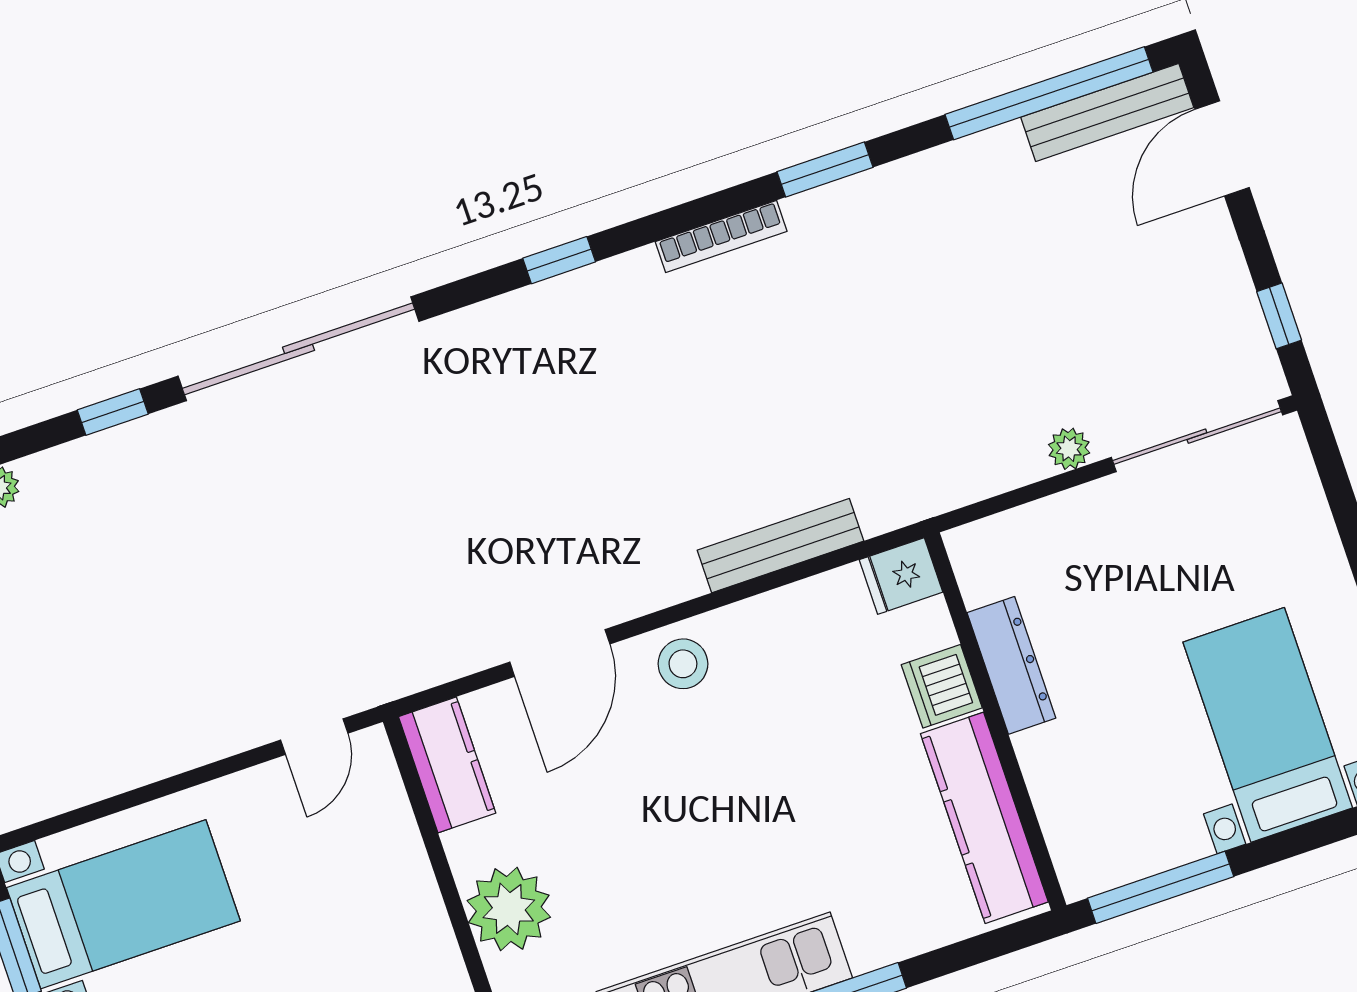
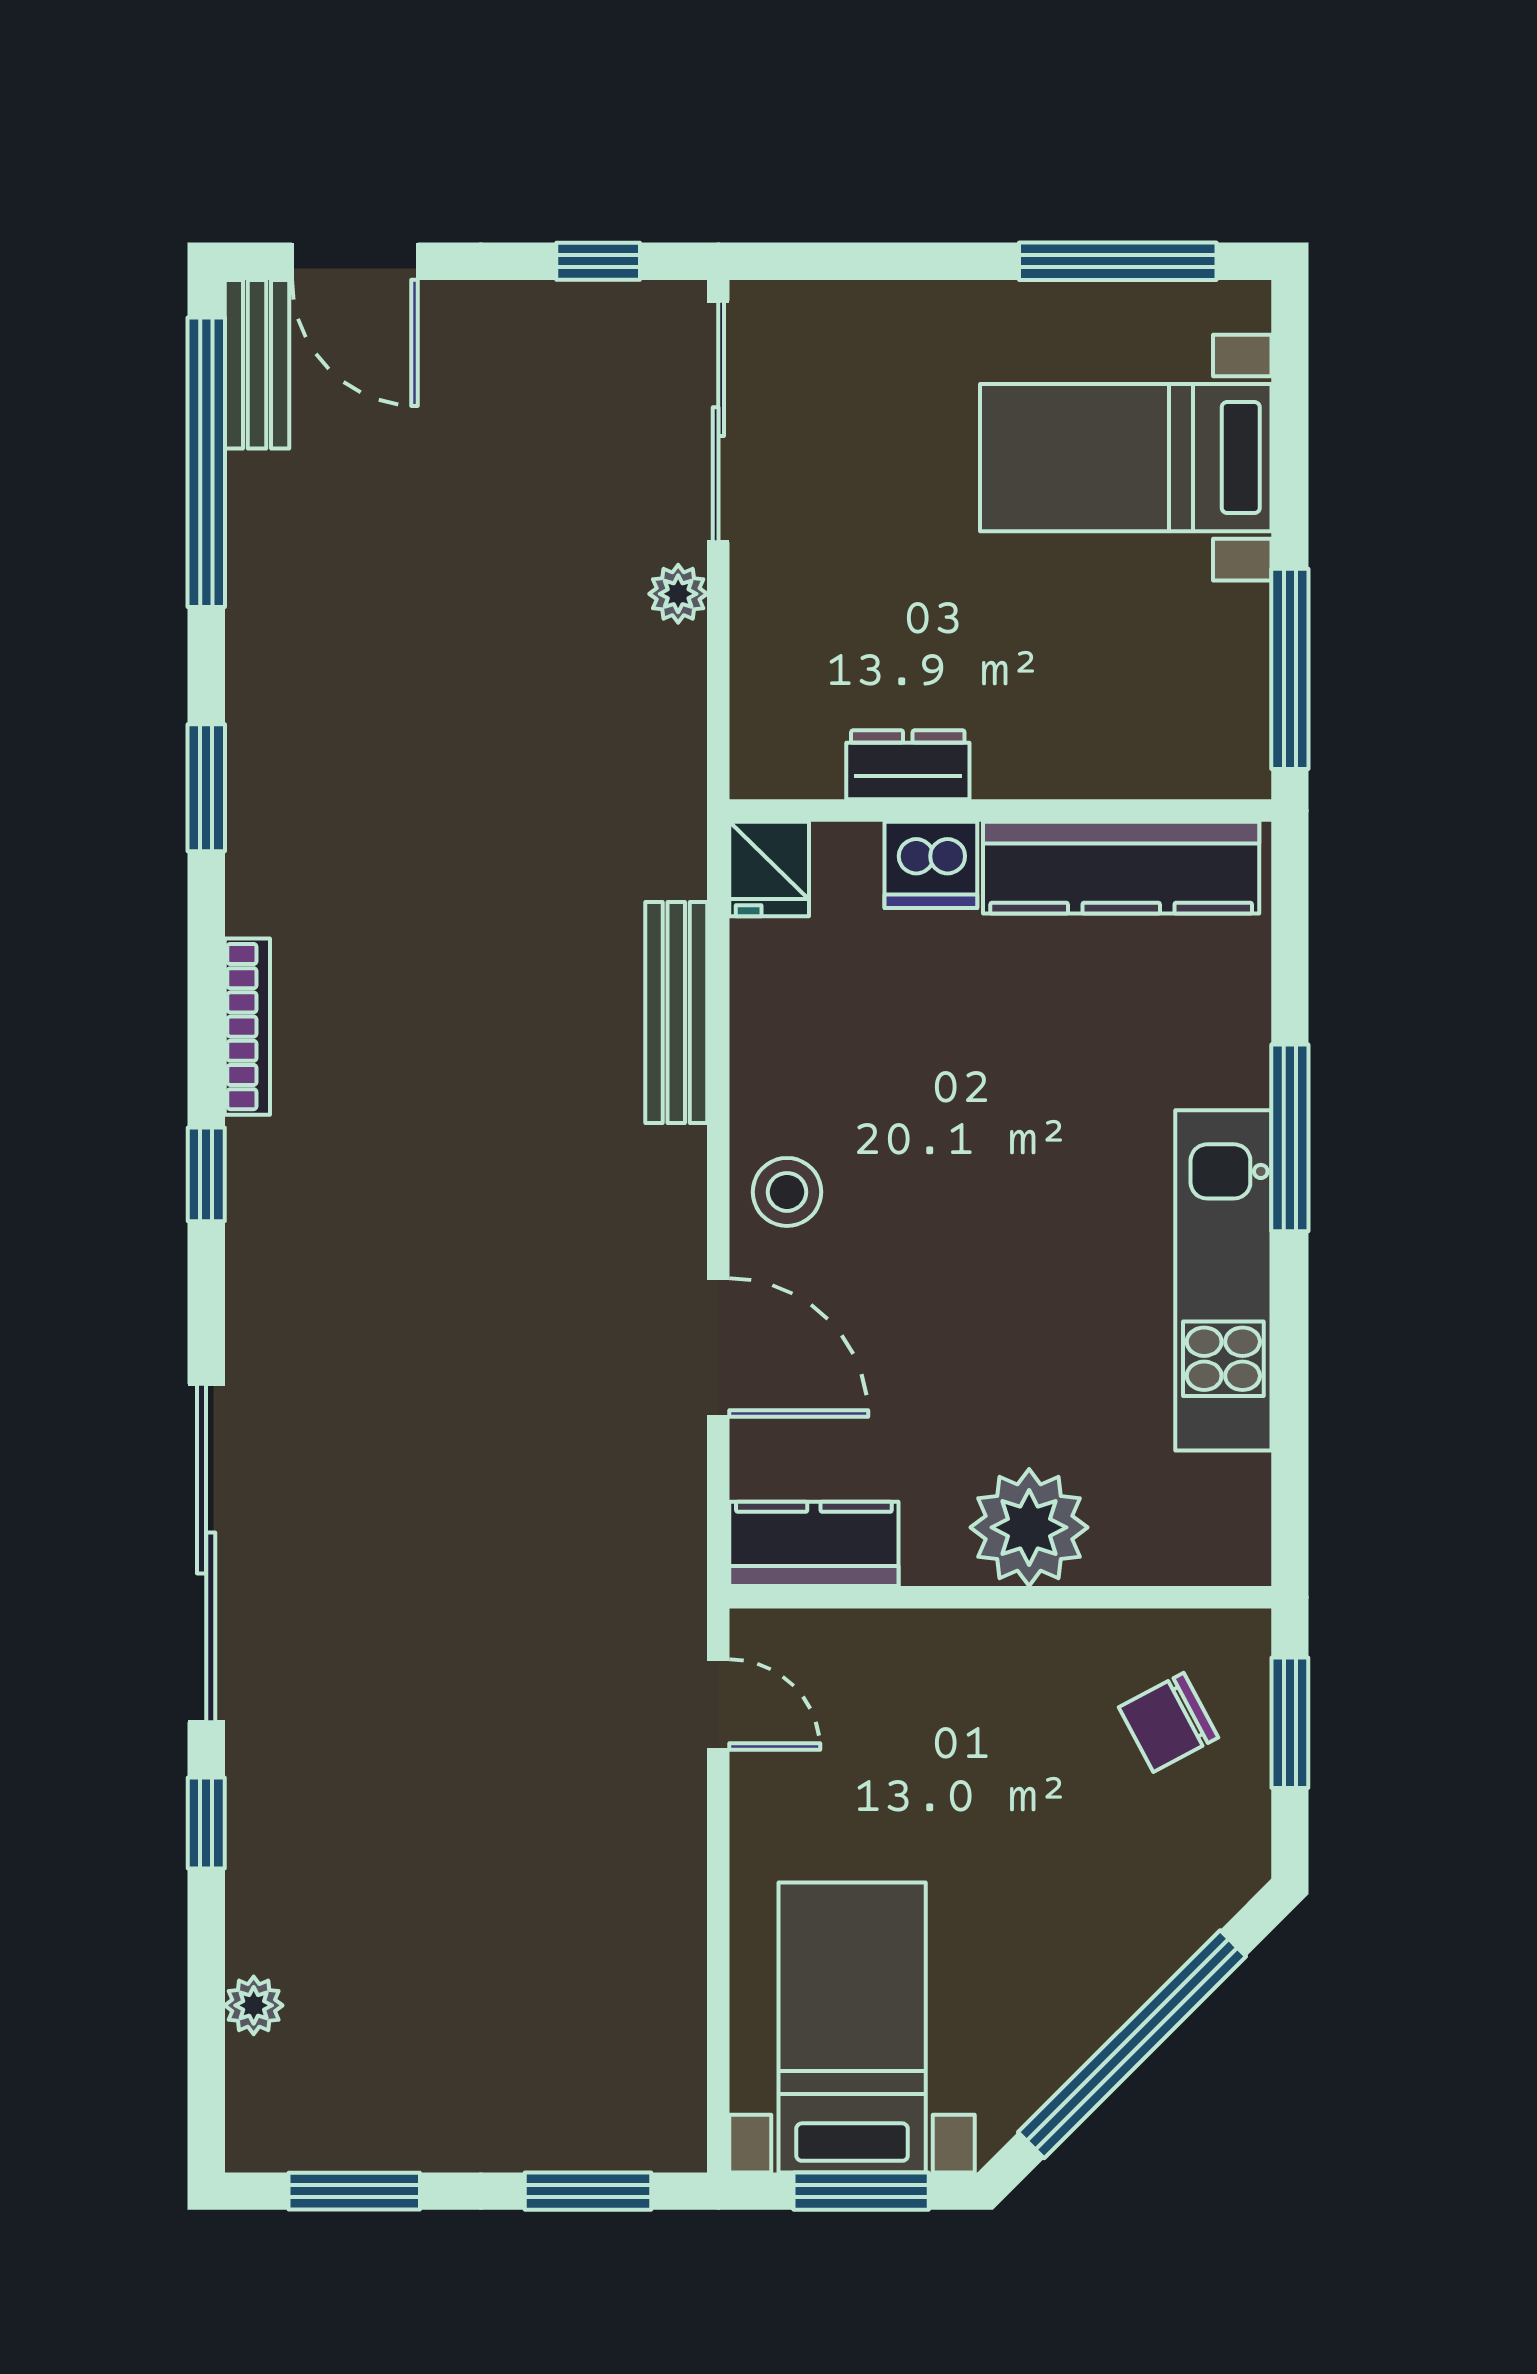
bench: (1107, 112) -> (257, 364), width x0.73
bookcase: (721, 236) -> (247, 1027), moved
dresser: (1011, 665) -> (908, 765), width x0.70

